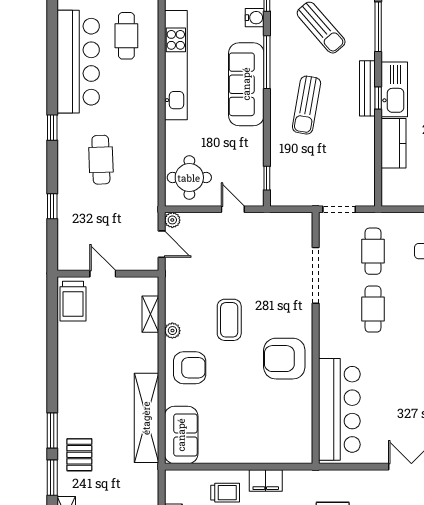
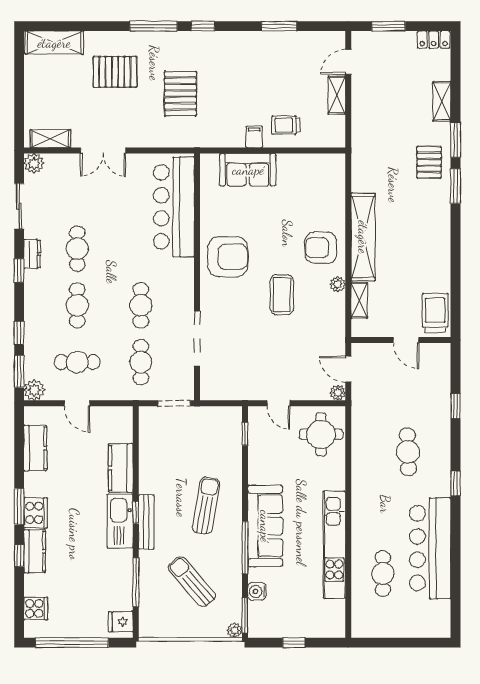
shelving: (146, 418) -> (363, 237), moved
sofa: (181, 435) -> (248, 170), moved, turned -90
filing cabinet: (266, 481) -> (254, 137), width x0.50

